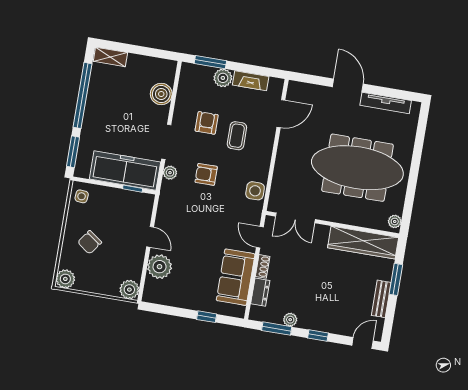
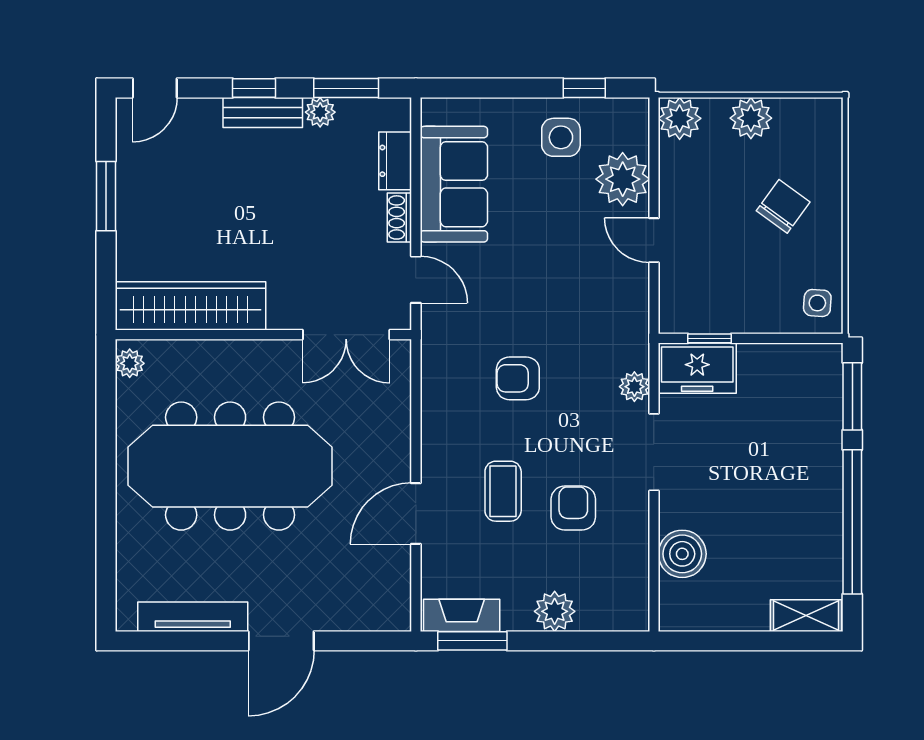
window: (210, 62) -> (472, 641), moved
fireplace: (251, 81) -> (462, 615), moved
door: (348, 85) -> (281, 641), hinge flipped
door: (281, 114) -> (416, 514), moved
armchair: (207, 123) -> (573, 508), turned 180
freezer: (125, 171) -> (697, 368), width x0.52, depth x0.79
armchair: (206, 174) -> (518, 378), moved, turned 180
side table: (255, 191) -> (561, 137), moved
double door: (295, 218) -> (346, 335), swing flipped
plant: (65, 279) -> (751, 118), moved
window: (396, 279) -> (106, 196), moved
bench: (381, 299) -> (263, 112), moved, turned 90
window: (207, 317) -> (584, 88), moved

